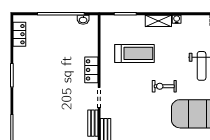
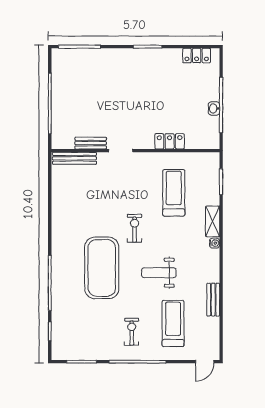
washbasin: (83, 20) -> (214, 108), moved
treadmill: (134, 53) -> (174, 193), turned 180
locker: (91, 70) -> (170, 141), moved

